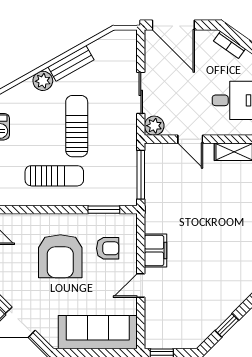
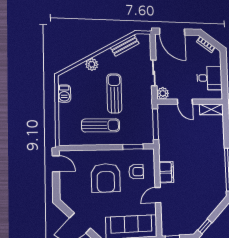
bench: (71, 63) -> (125, 45), moved
window: (227, 325) -> (205, 226), moved

